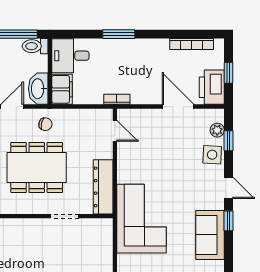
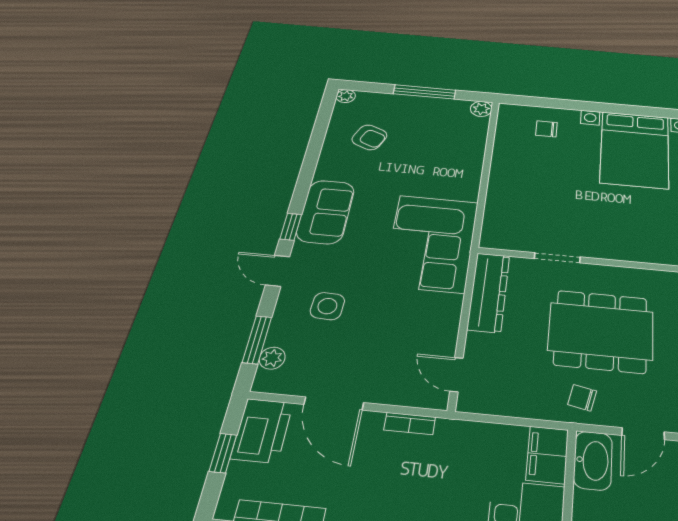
bookcase: (117, 99) -> (410, 424), moved
window: (228, 141) -> (257, 340), width x1.50
side table: (212, 155) -> (327, 306), moved

